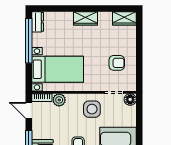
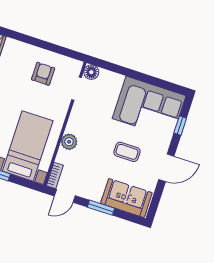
plant: (59, 100) -> (69, 142), moved
side table: (92, 109) -> (88, 121), removed

